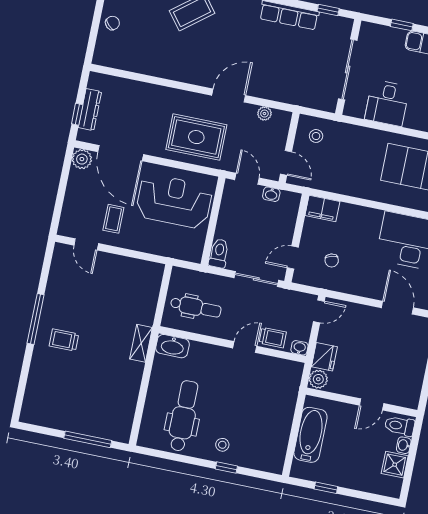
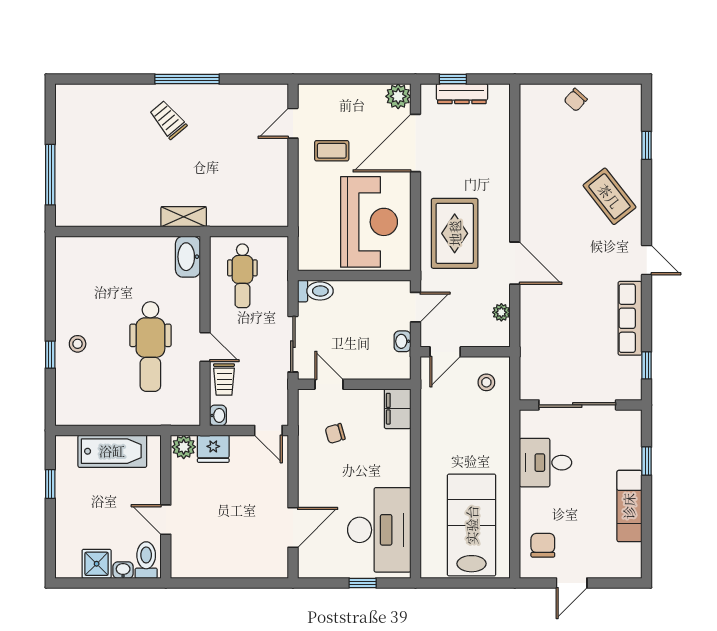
chair: (112, 23) -> (576, 100), turned 87
trolley: (64, 340) -> (168, 120), turned -40
dental chair: (184, 416) -> (150, 347), moved, turned 90

